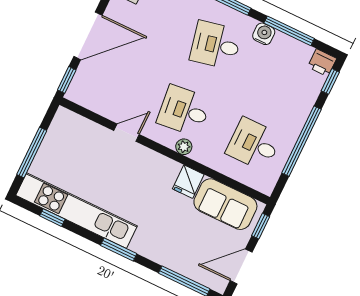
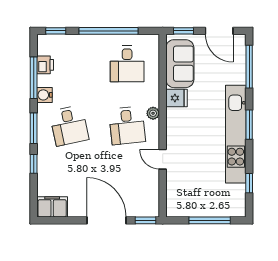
printer: (322, 63) -> (45, 65), moved
kitchen unit: (77, 211) -> (236, 134), moved

